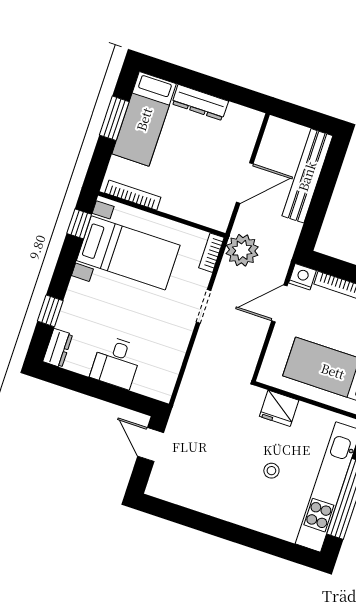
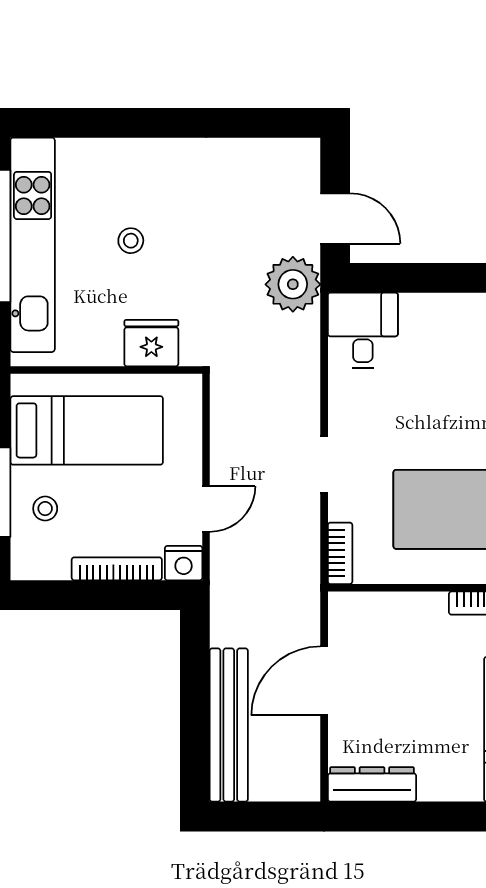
dresser: (200, 103) -> (372, 784), moved
plant: (242, 250) -> (293, 284), moved
door: (279, 303) -> (206, 509), width x0.73
desk: (116, 362) -> (363, 330), moved

